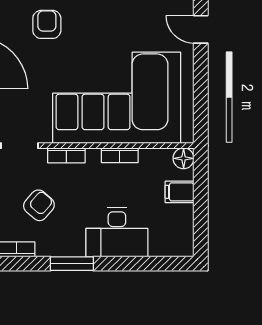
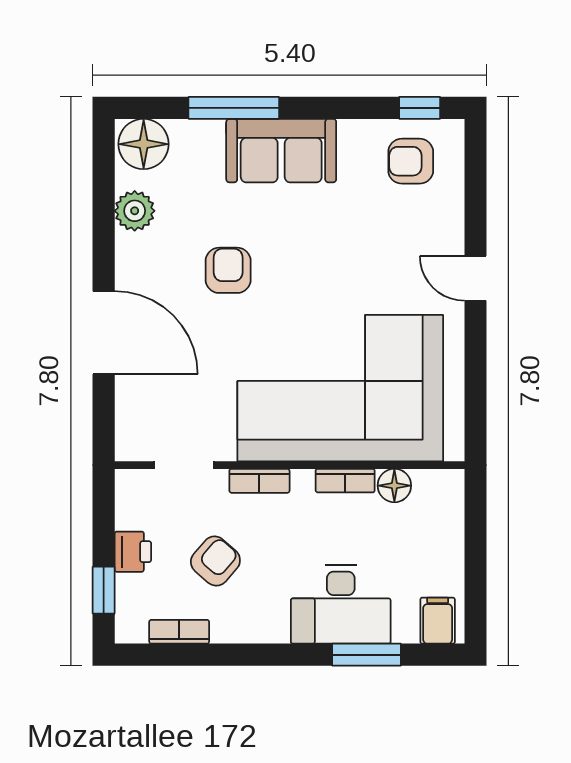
floor lamp: (184, 158) -> (394, 486), moved
filing cabinet: (180, 192) -> (438, 621), moved, turned 90
window: (72, 264) -> (367, 655), moved

